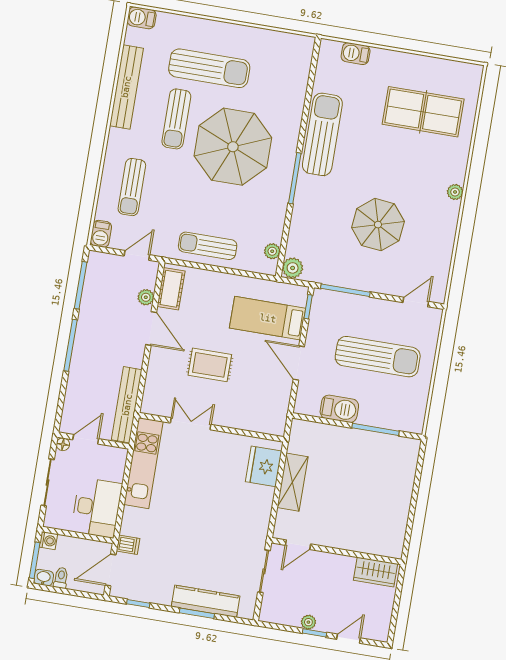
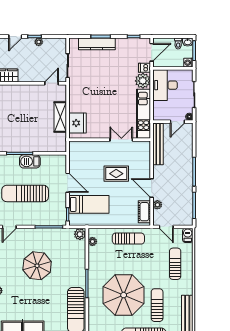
door: (137, 255) -> (166, 227), hinge flipped
barbecue: (339, 409) -> (30, 161), moved
double door: (191, 424) -> (121, 140), swing flipped
plant: (135, 522) -> (143, 81), added

